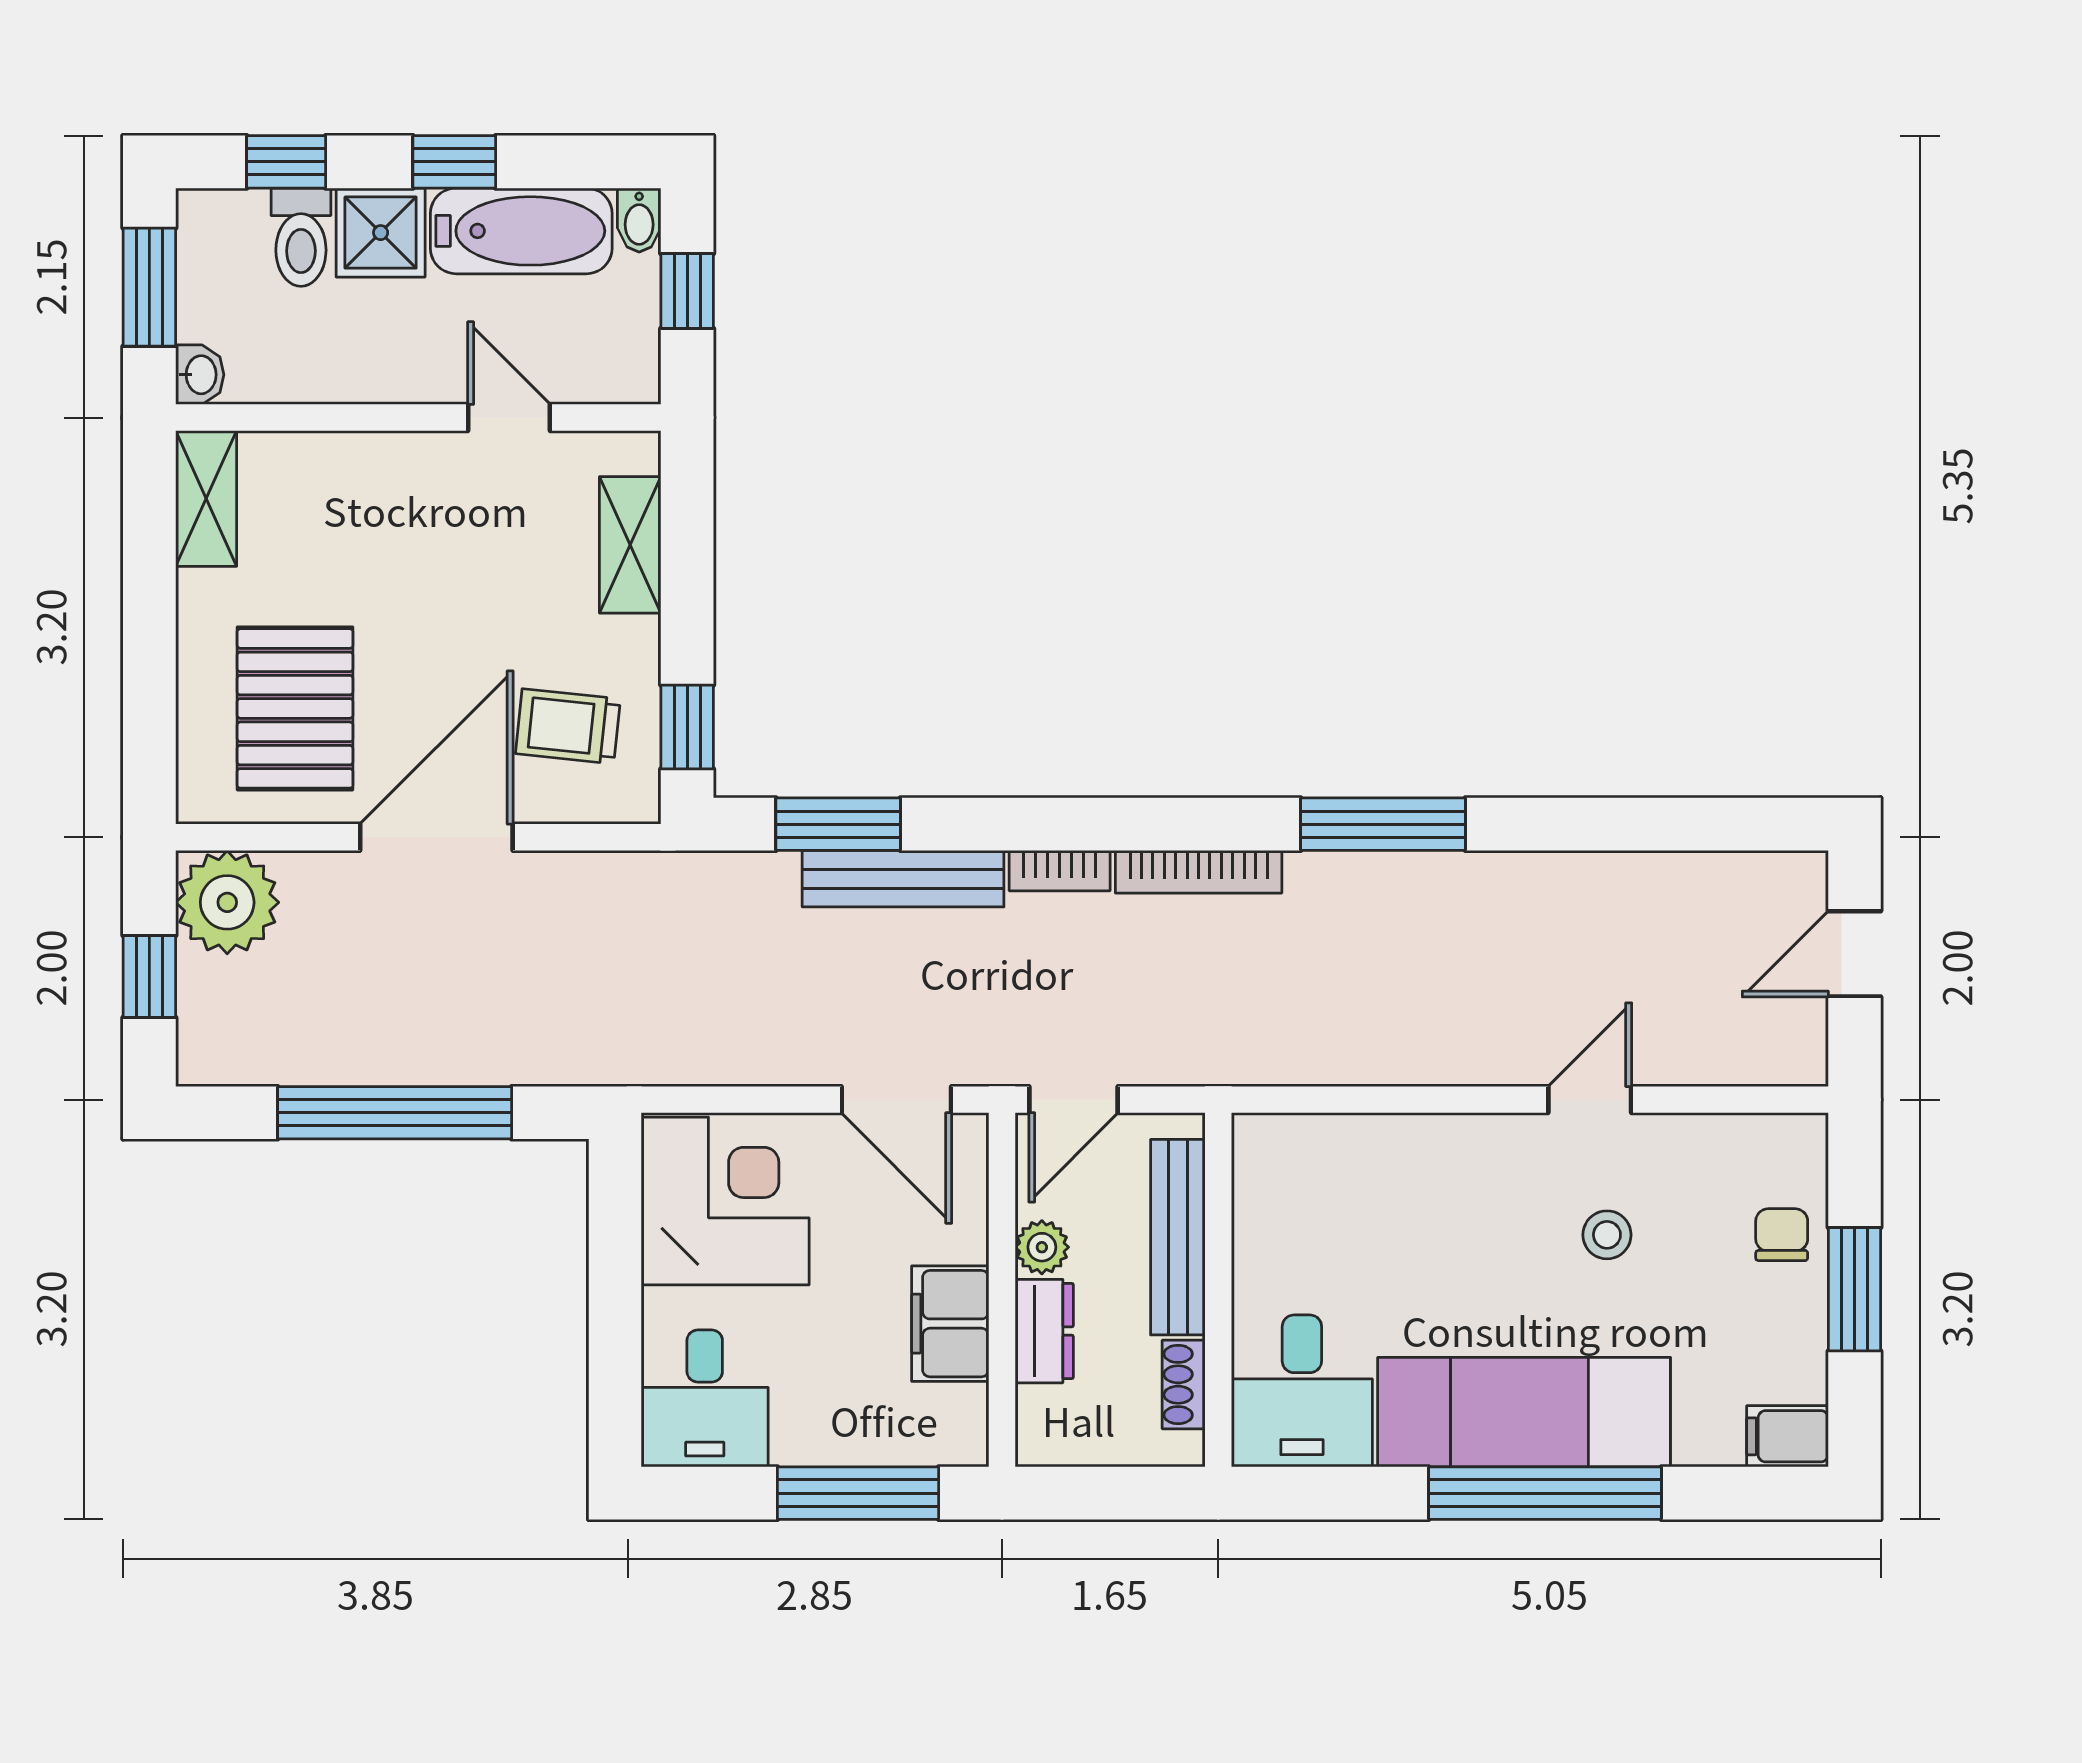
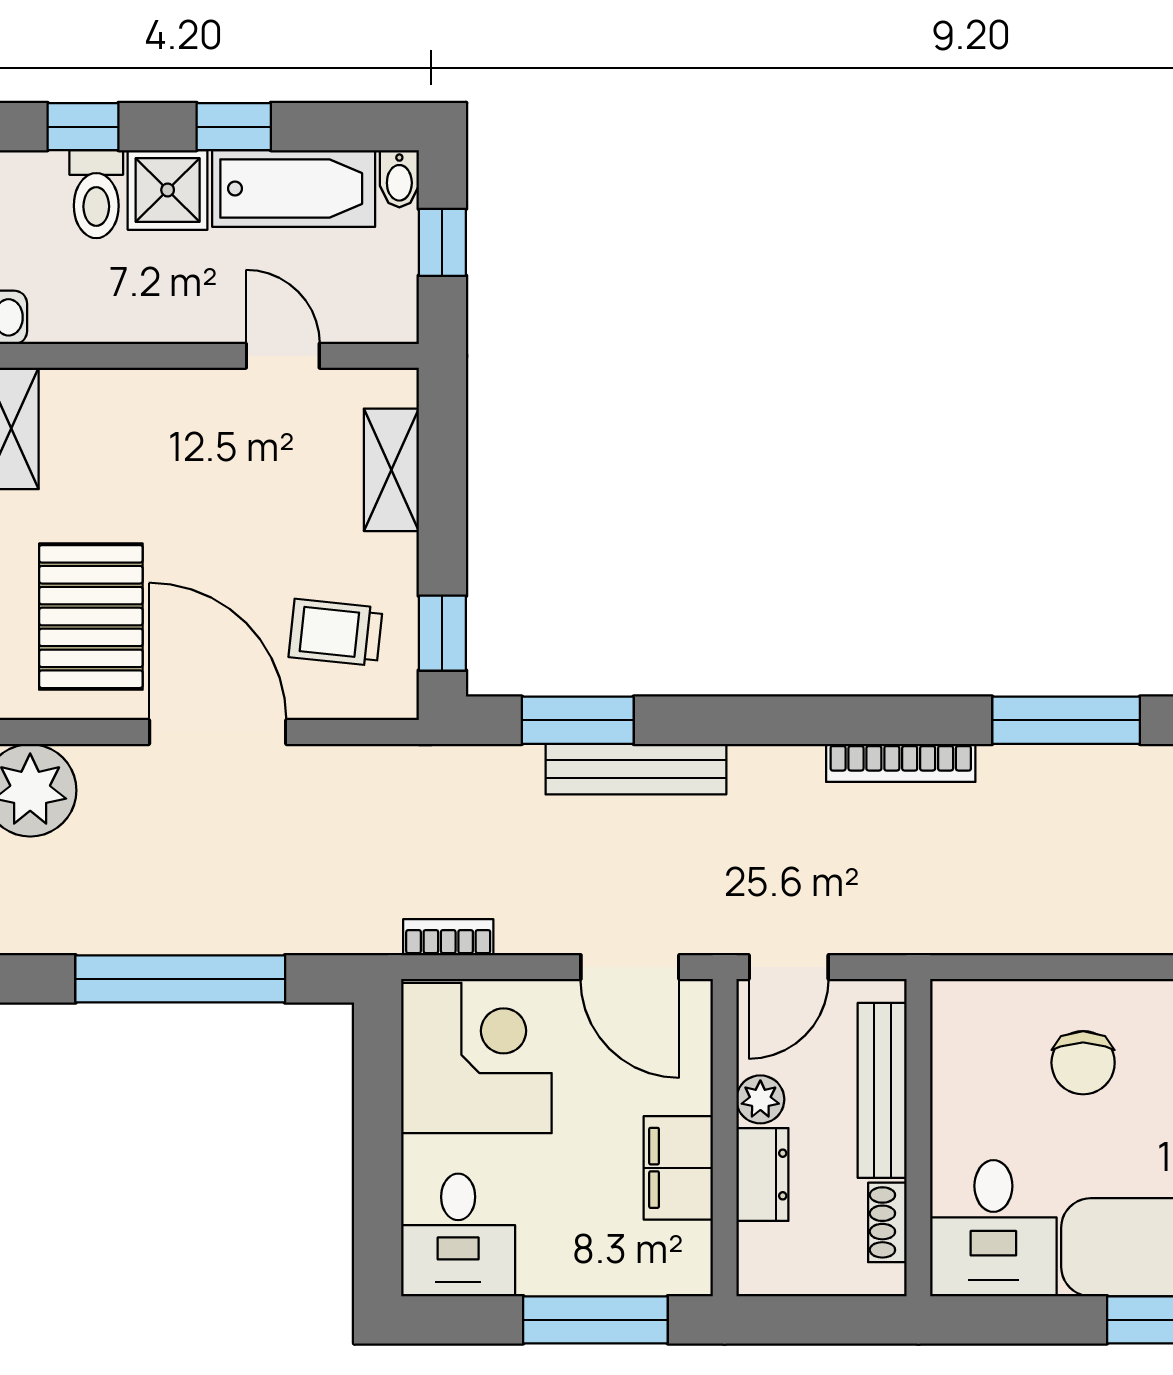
door: (436, 837) -> (218, 732), hinge flipped
bookcase: (1060, 871) -> (448, 937), moved, turned 180
chair: (1402, 1206) -> (1083, 1063), added

